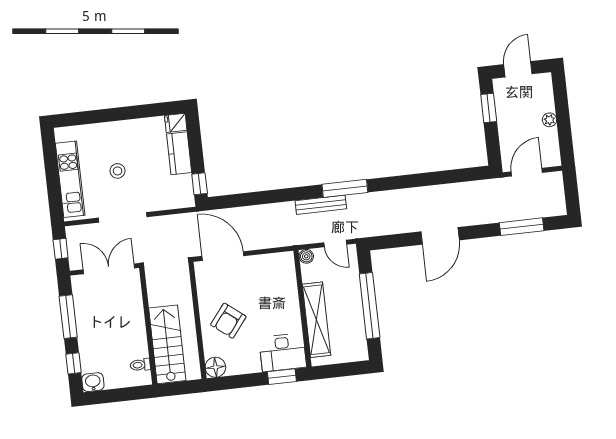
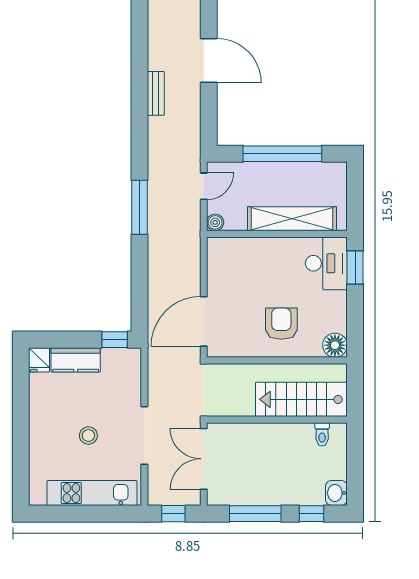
window: (345, 188) -> (139, 207), moved
bench: (321, 205) -> (156, 93), moved, width x0.73
armchair: (228, 321) -> (281, 324), turned -128

